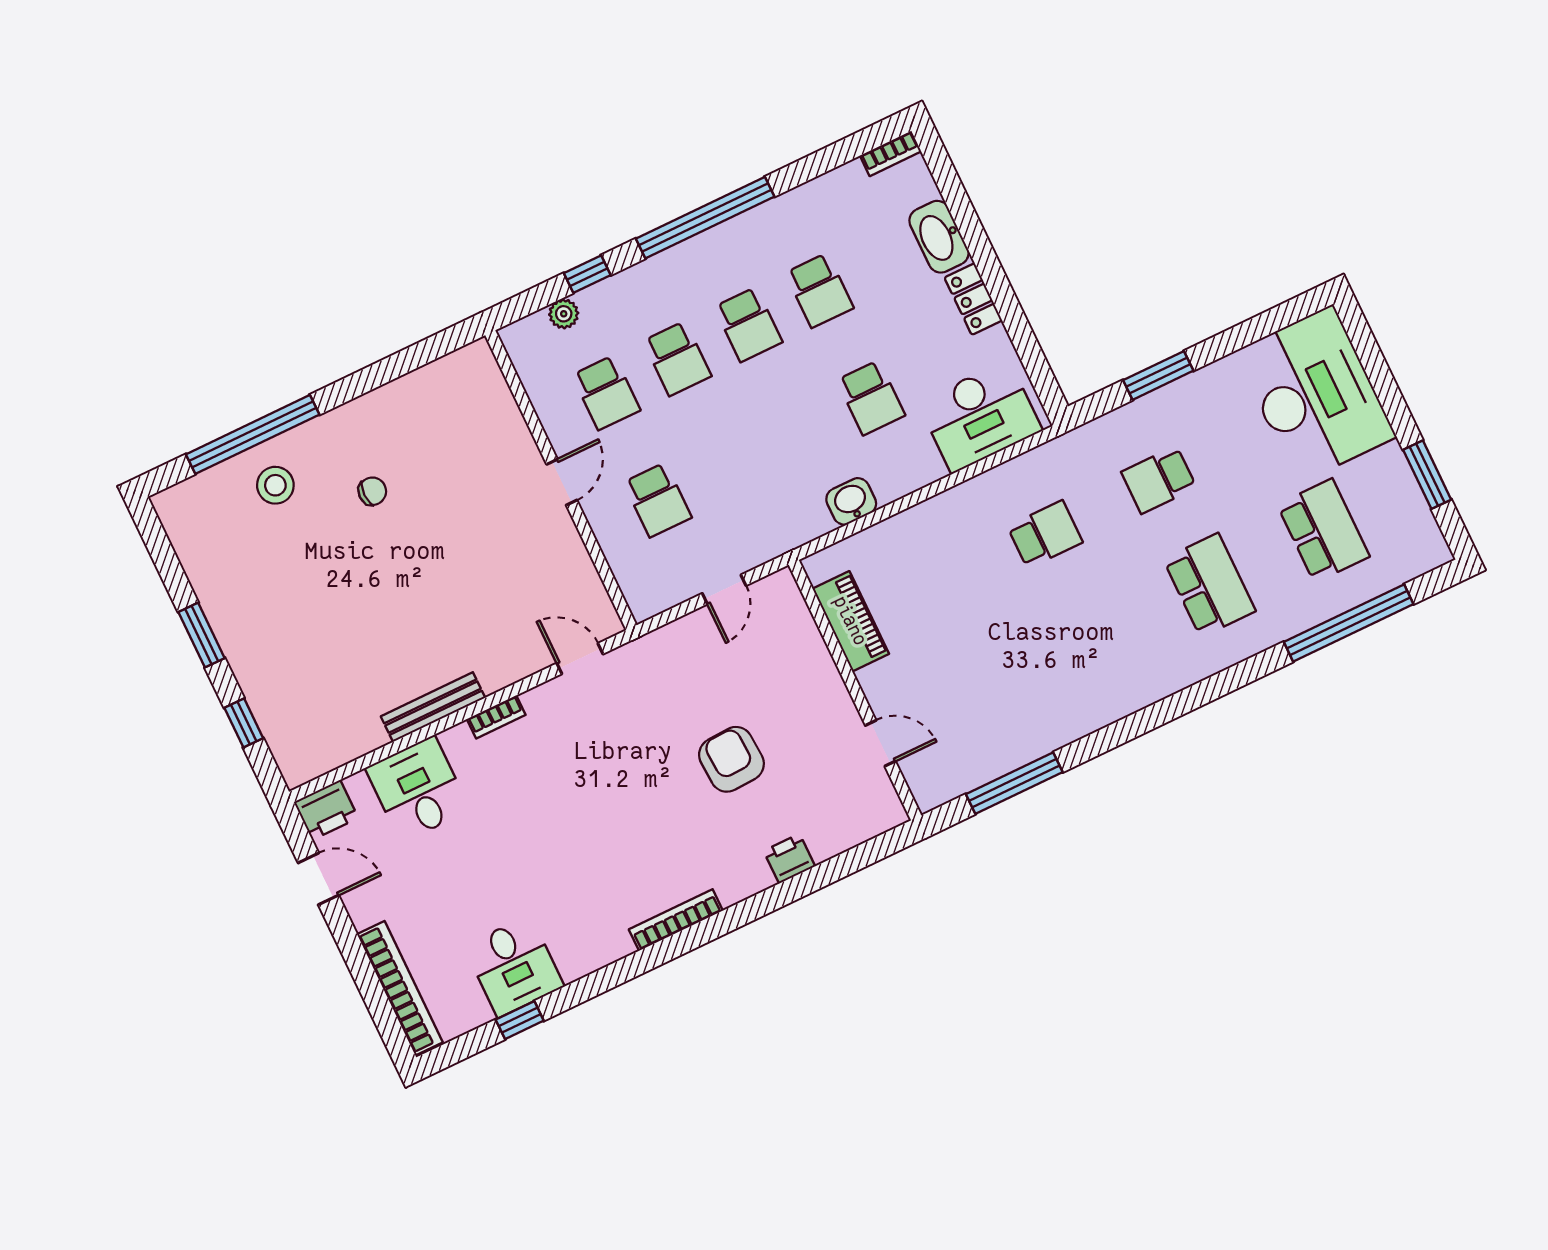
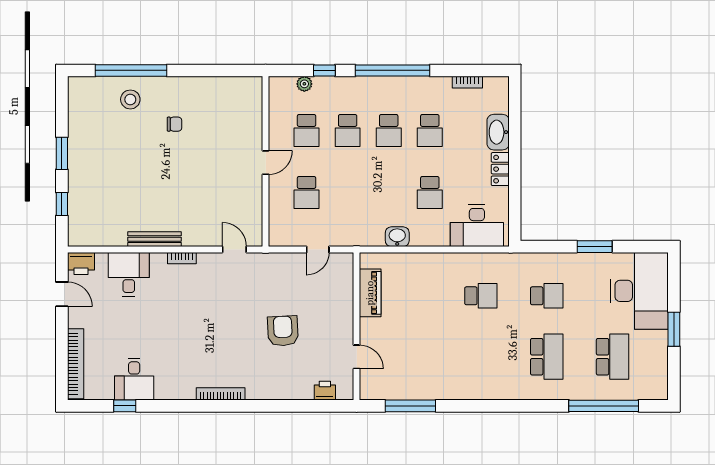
bookcase: (891, 154) -> (467, 82), moved
window: (1158, 375) -> (595, 247), moved
window: (1427, 475) -> (674, 329), moved
school desk: (1159, 480) -> (547, 296), turned 180
printer: (789, 859) -> (325, 391), moved

